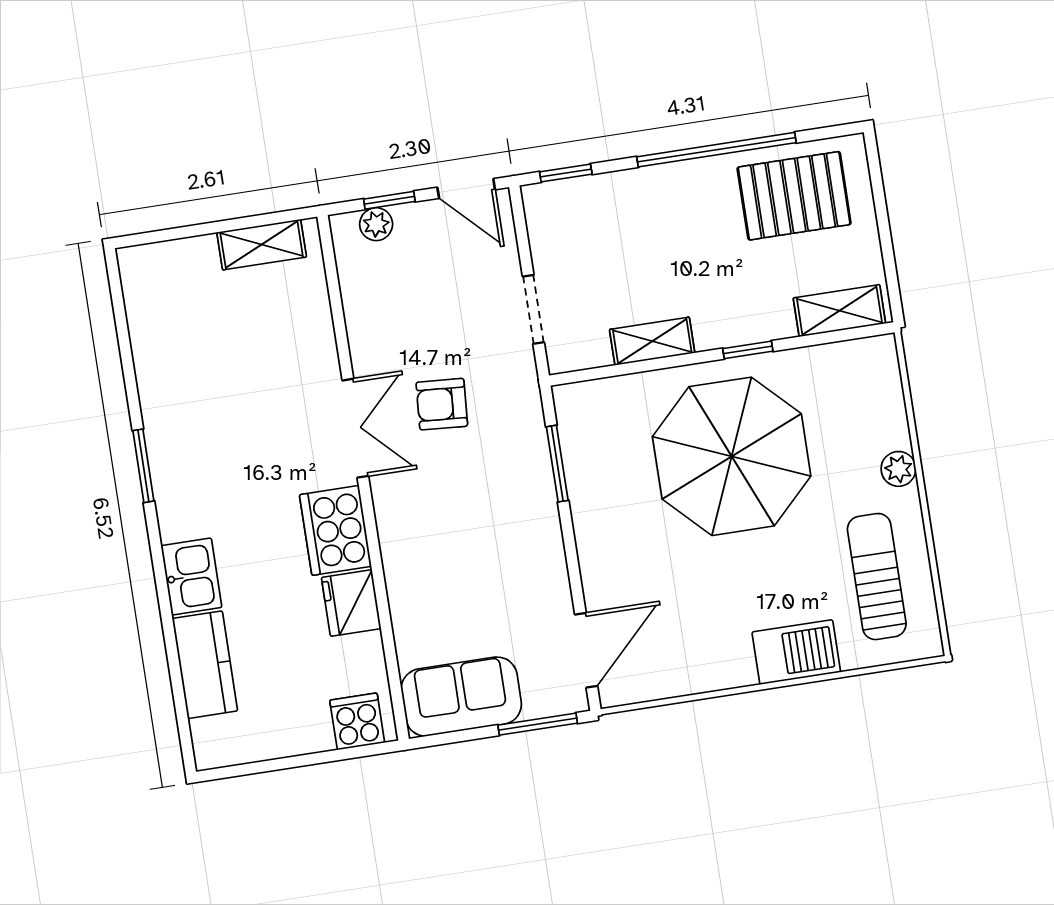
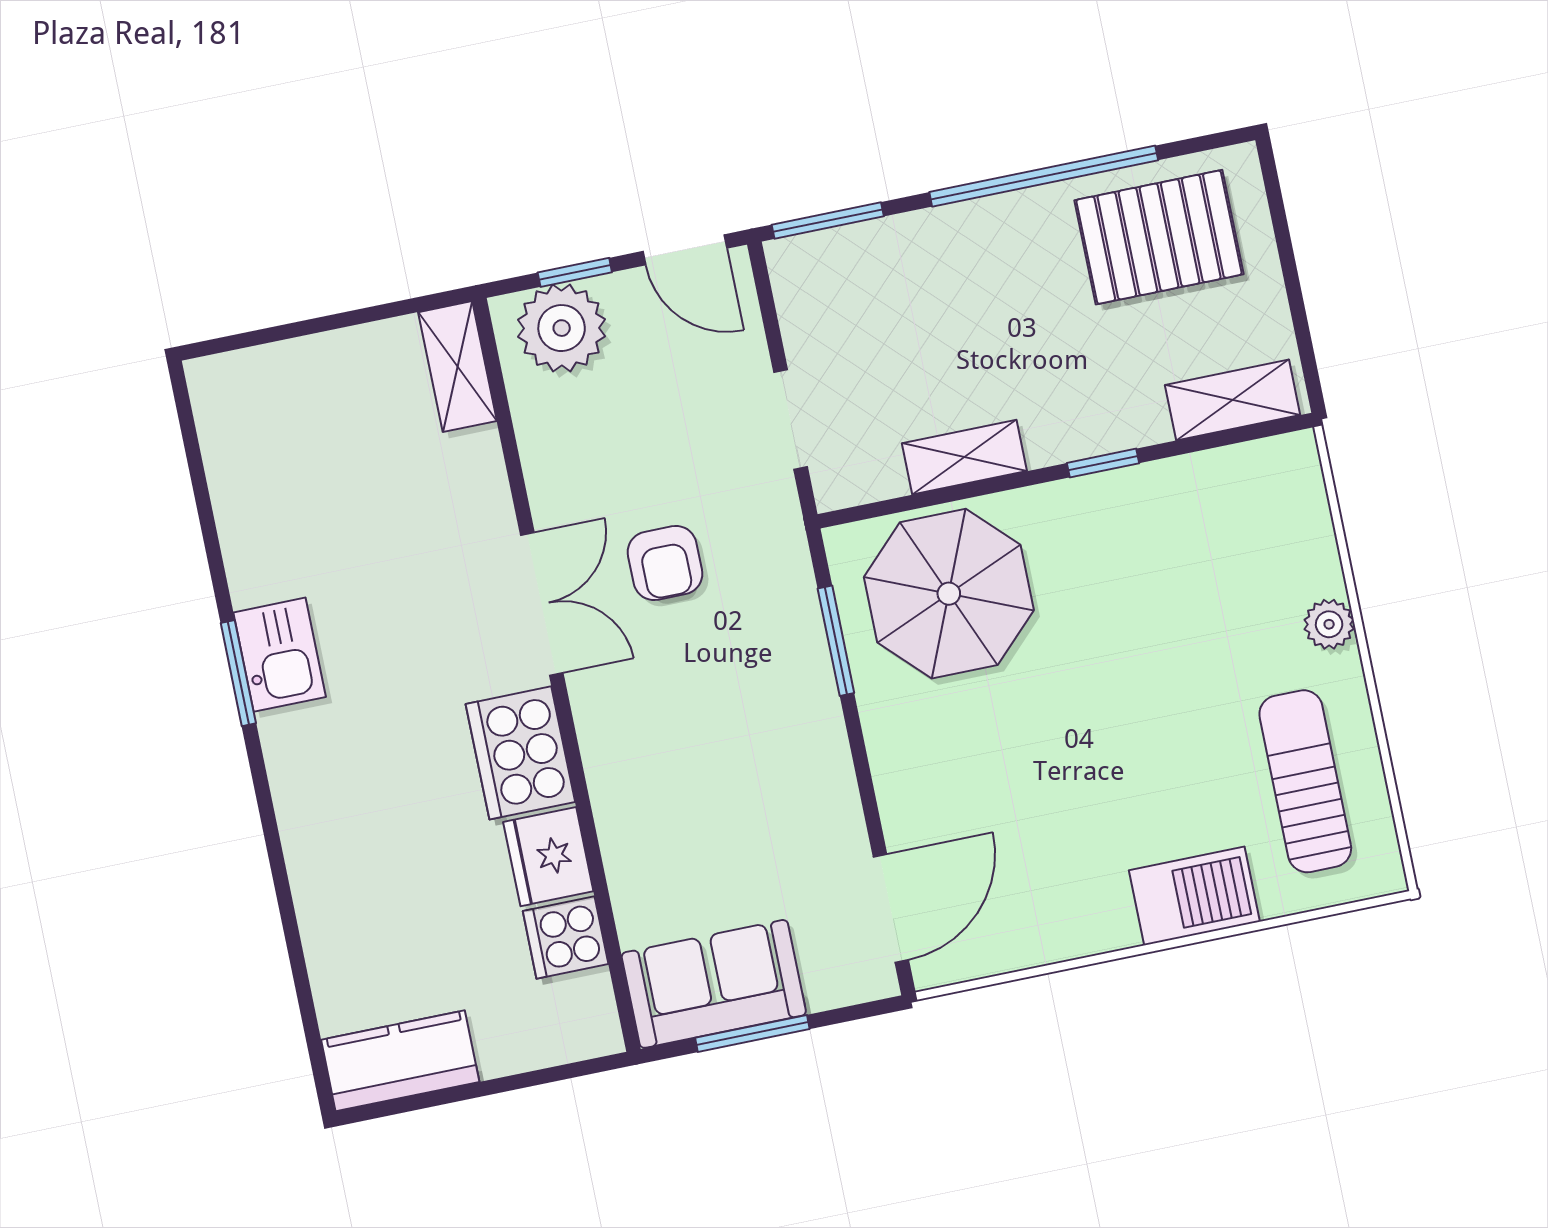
window: (566, 173) -> (828, 220), width x1.50
plant: (376, 224) -> (562, 328), width x1.88, depth x1.88
shelving: (262, 245) -> (457, 367), moved, turned 90
armchair: (442, 404) -> (665, 563), turned -94
parasol: (732, 456) -> (949, 594), moved, width x0.73, depth x0.73
kitchen sink: (191, 577) -> (280, 655), moved
kitchen counter: (205, 665) -> (400, 1061), moved, turned -90
cooker: (357, 721) -> (566, 937), moved, turned -90
window: (538, 724) -> (752, 1033), moved

